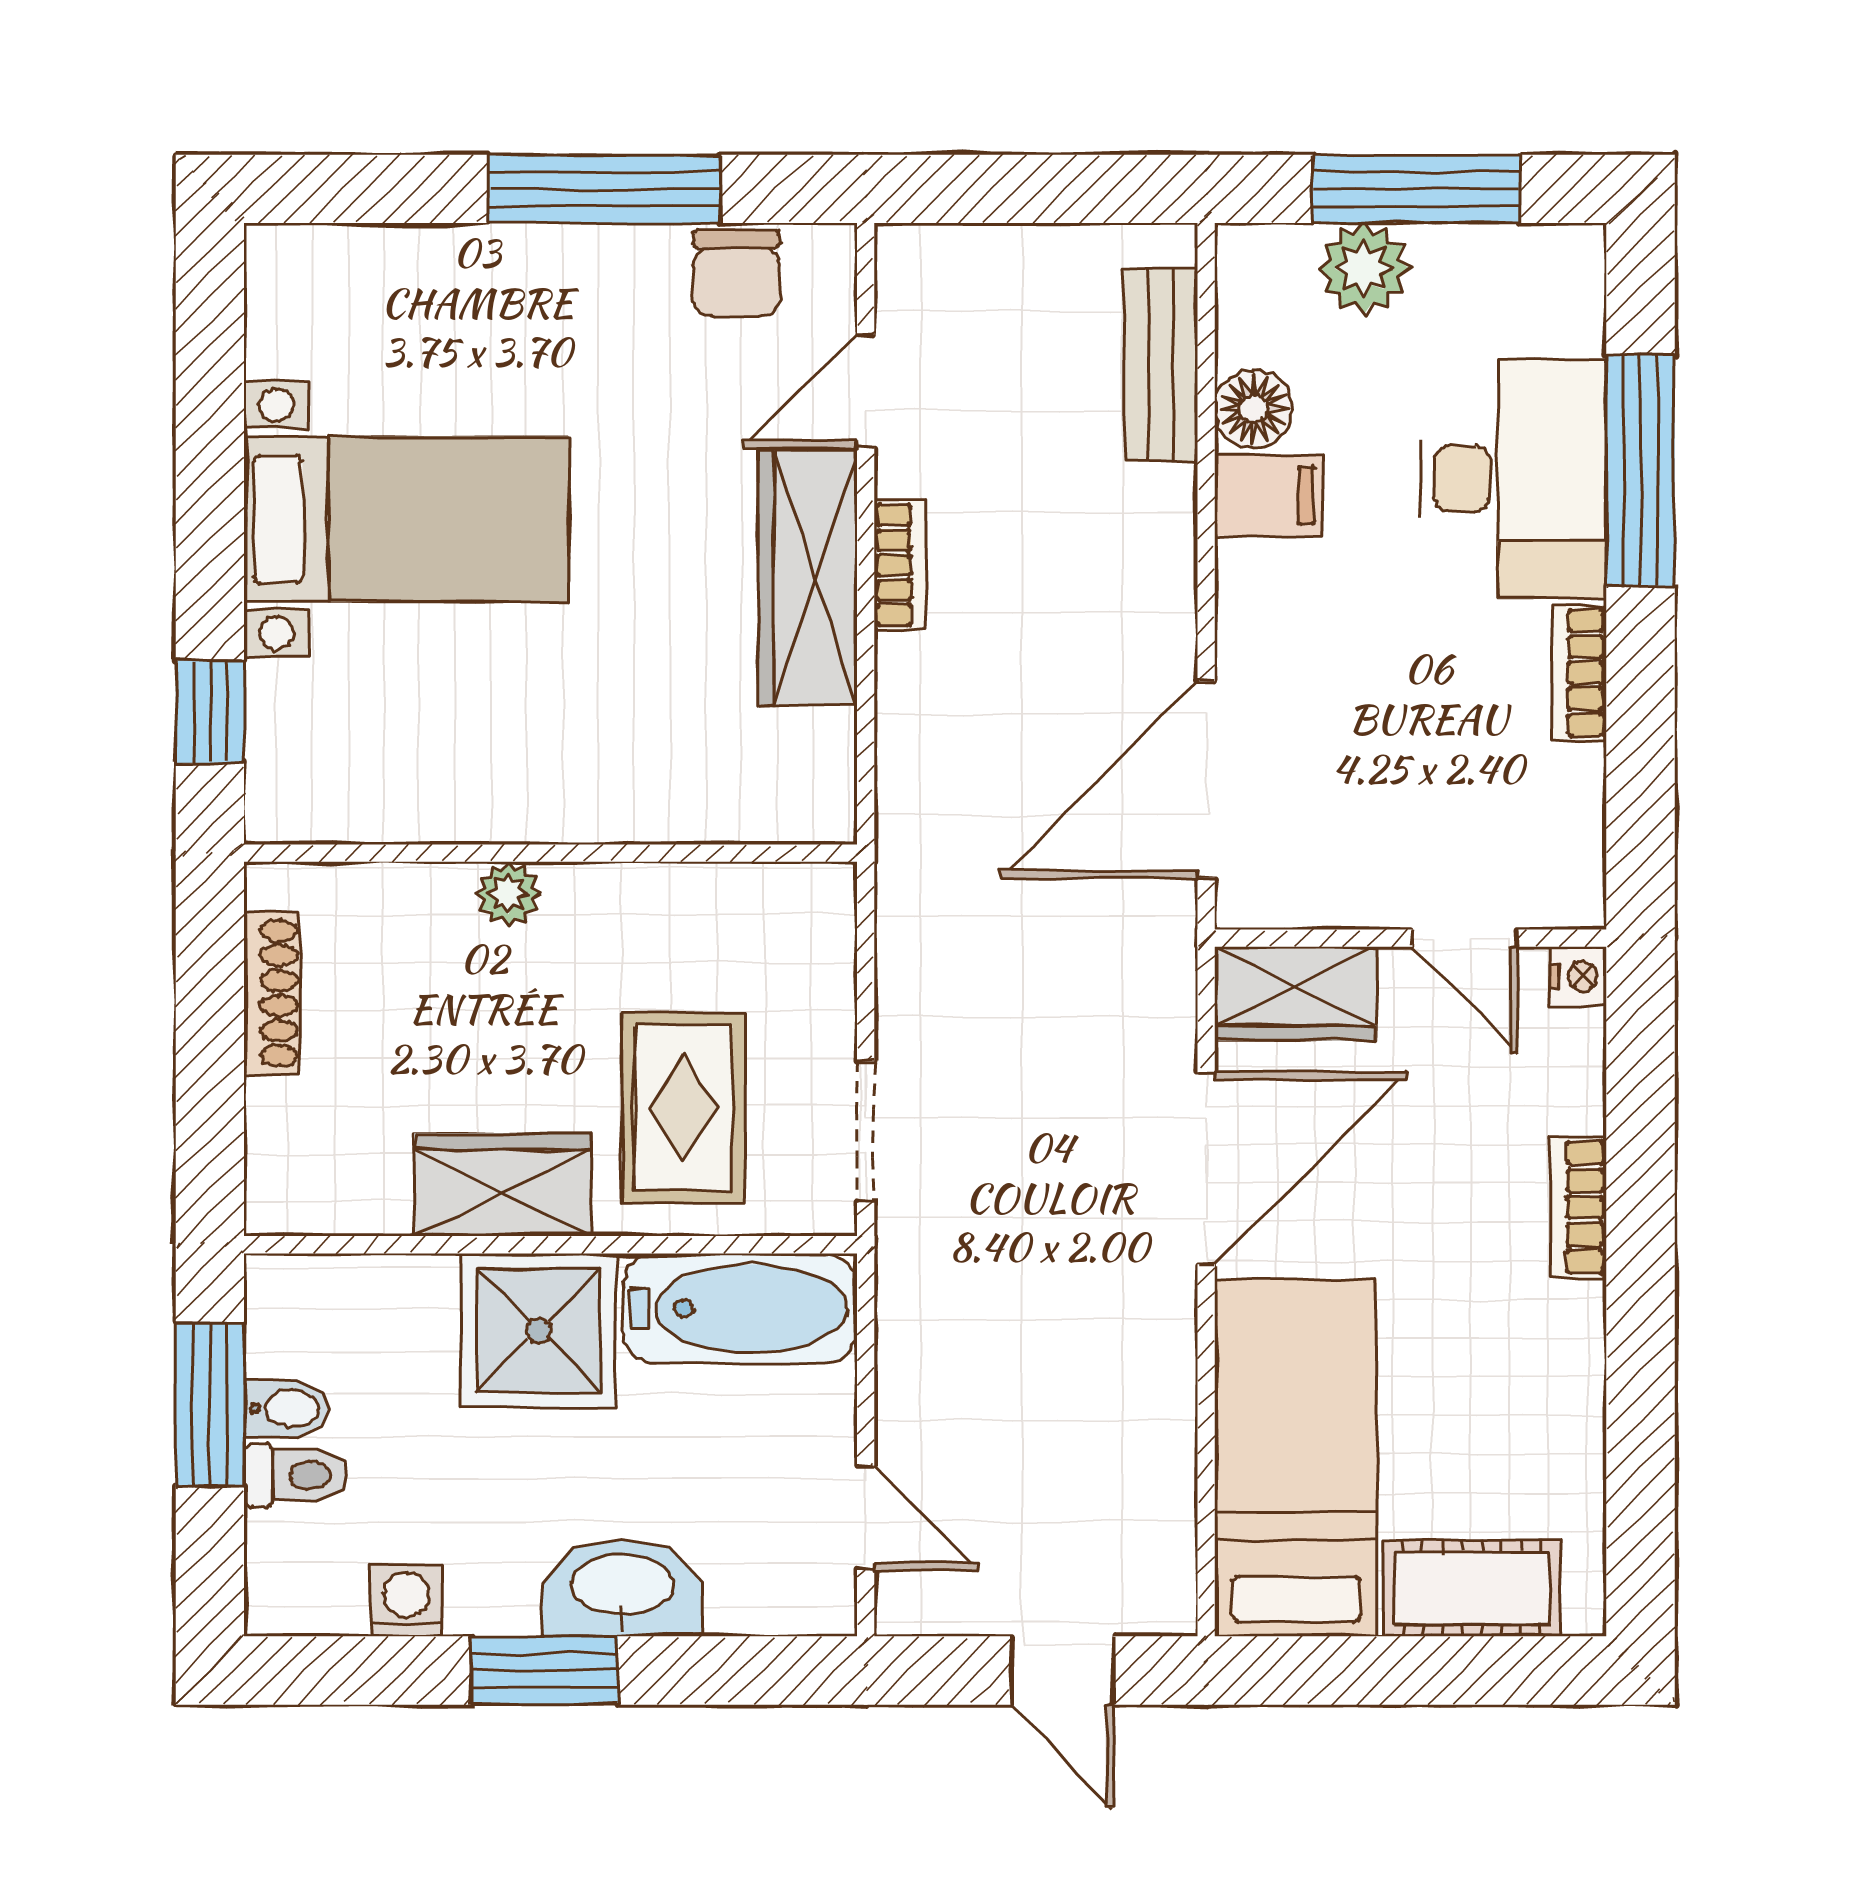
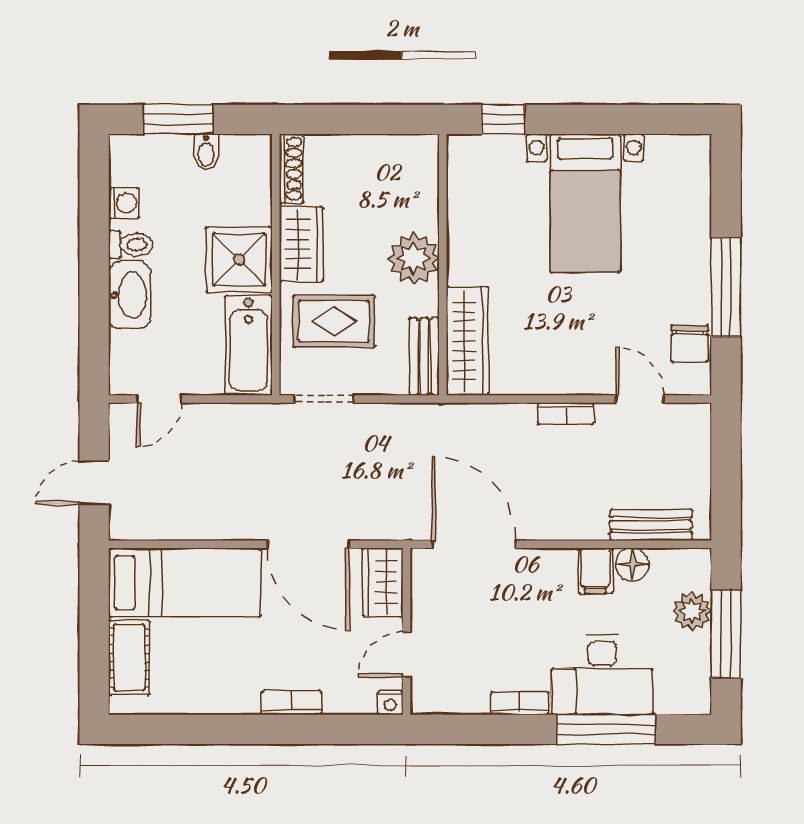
chair: (736, 274) -> (690, 344), turned -90
wardrobe: (808, 578) -> (467, 341), moved, turned 90
plant: (508, 894) -> (414, 259), width x1.88, depth x1.88
bench: (766, 896) -> (424, 356), added
shoe rack: (272, 993) -> (291, 169), moved, turned -90
window: (210, 1404) -> (178, 119), moved
toilet: (296, 1475) -> (131, 245), moved, turned -90
window: (545, 1671) -> (94, 262), removed

